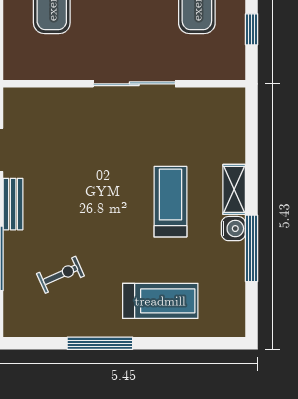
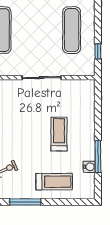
shelving: (234, 189) -> (90, 128), removed
water cooler: (233, 229) -> (89, 167), moved

